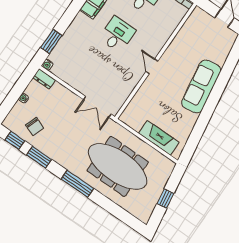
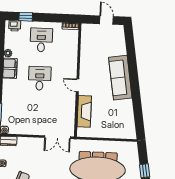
fireplace: (159, 138) -> (84, 111), moved, turned 90

